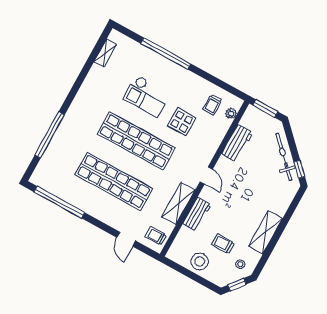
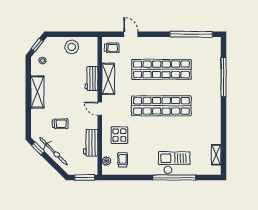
checkout: (147, 96) -> (174, 163), moved
display table: (182, 122) -> (119, 135), moved
trolley: (223, 244) -> (60, 124), moved

